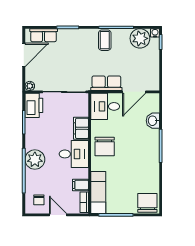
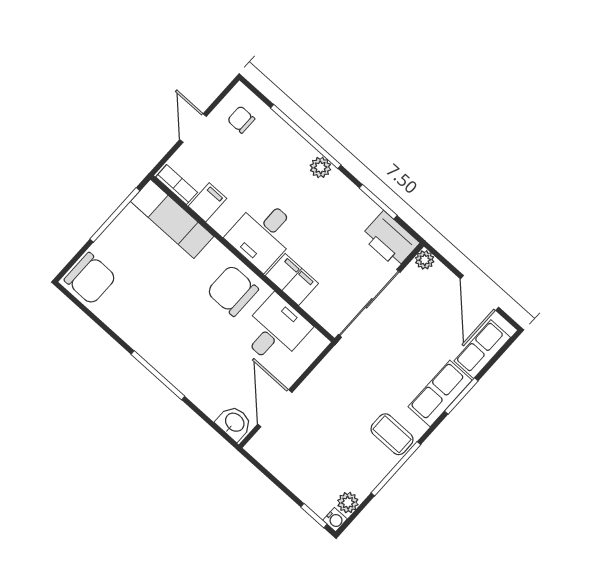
plant: (140, 38) -> (348, 503), width x0.53, depth x0.53
row of seats: (106, 83) -> (440, 393), moved, turned 180
desk: (105, 106) -> (275, 330), moved
washbasin: (153, 121) -> (234, 423), moved
plant: (35, 160) -> (320, 167), width x0.53, depth x0.53
door: (58, 215) -> (193, 128), swing flipped

